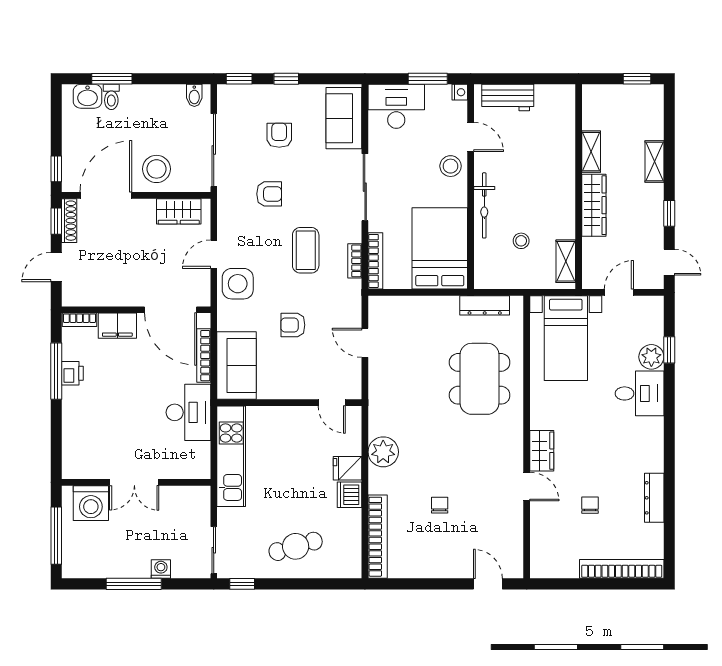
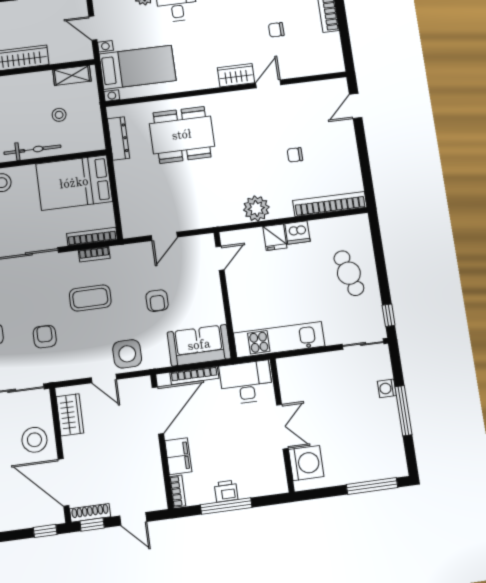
double door: (134, 482) -> (282, 427), moved
wall: (136, 482) -> (282, 425), moved
washing machine: (91, 503) -> (306, 463), moved

